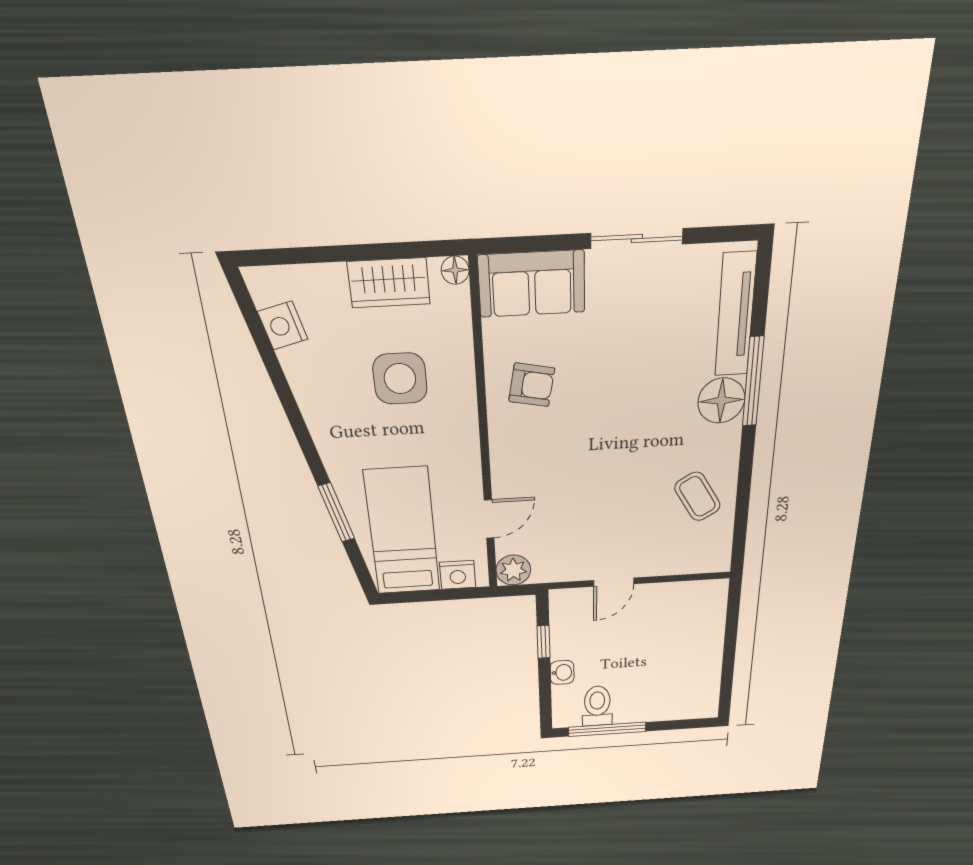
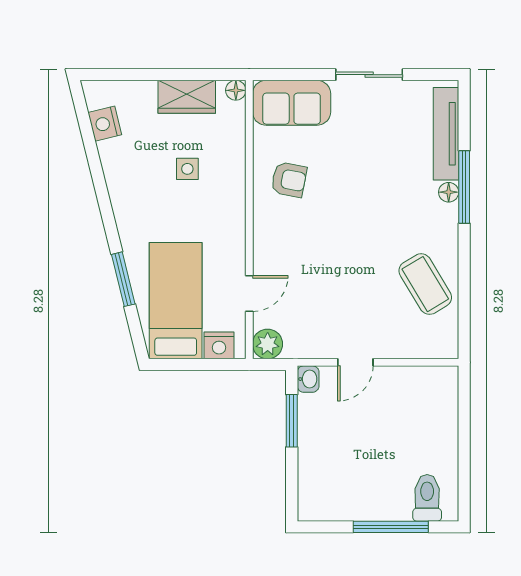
side table: (400, 379) -> (187, 169), width x0.54, depth x0.54
floor lamp: (721, 401) -> (449, 192), width x0.53, depth x0.53
coffee table: (697, 496) -> (425, 284), width x1.36, depth x1.30
window: (544, 642) -> (292, 421), width x1.50
washbasin: (562, 672) -> (308, 379), moved
toilet: (597, 706) -> (427, 498), moved
window: (607, 729) -> (391, 527), moved

